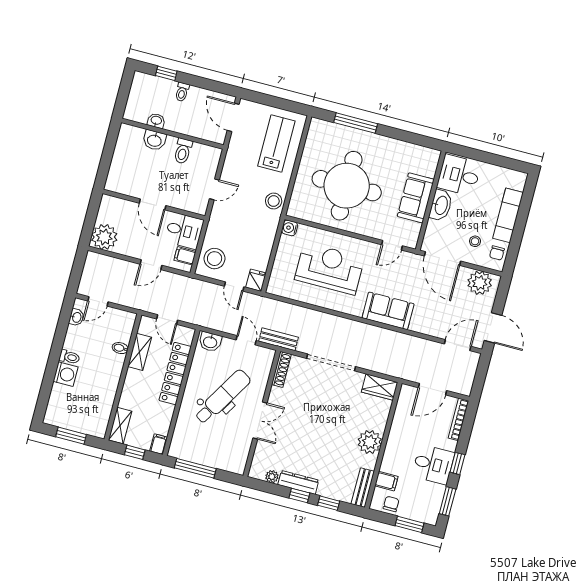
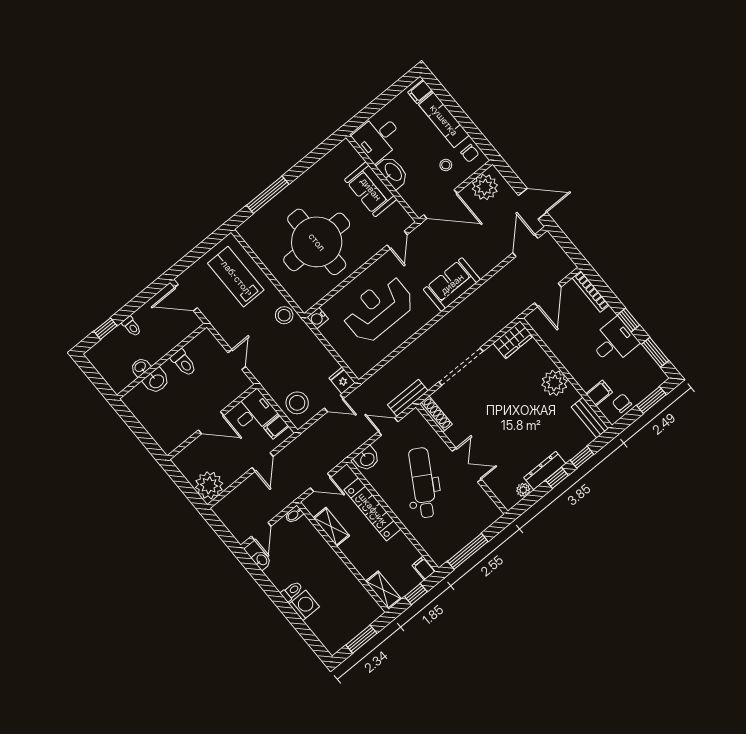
filing cabinet: (517, 182) -> (420, 92), added
bidet: (120, 348) -> (294, 515), moved

